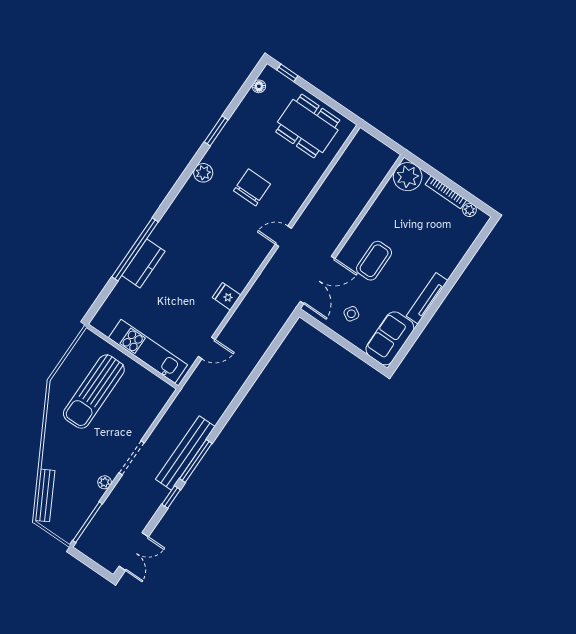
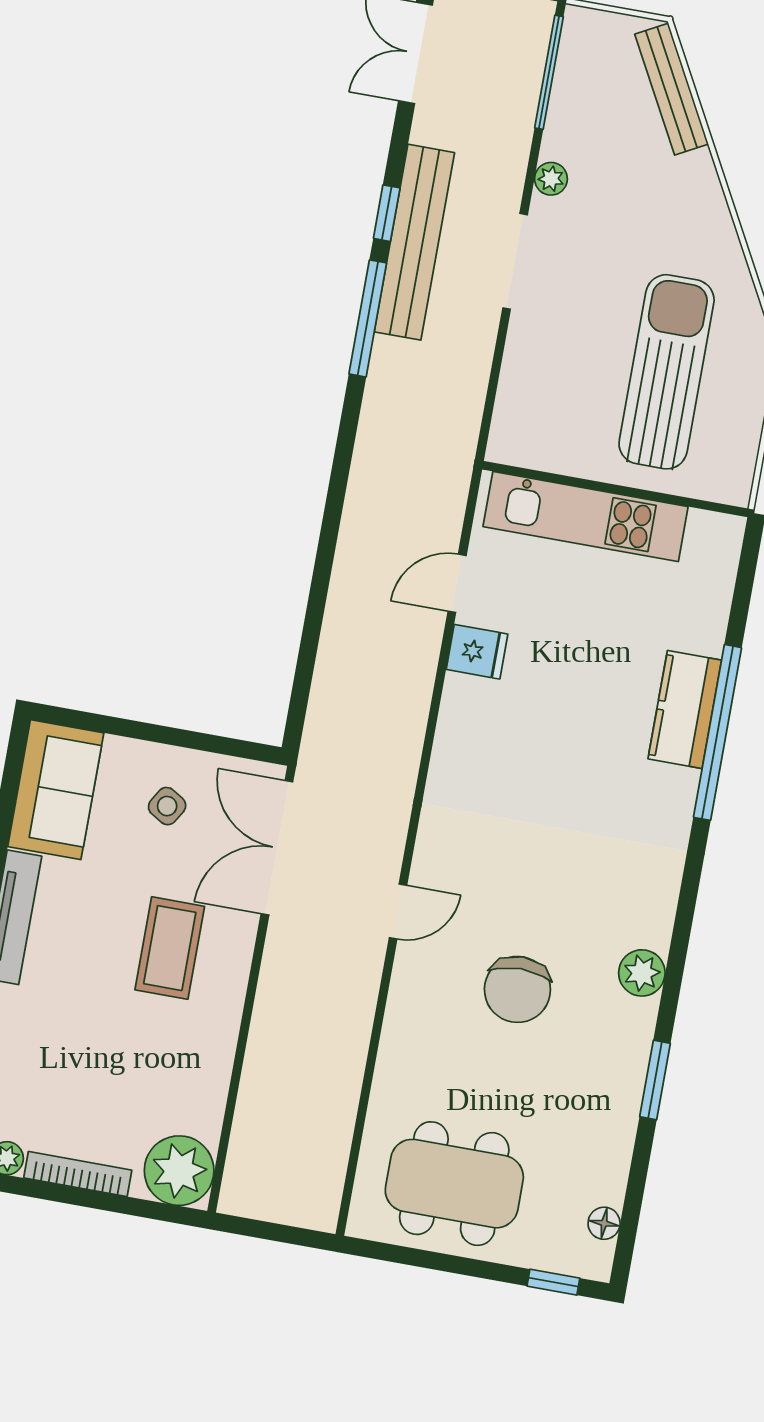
fridge: (227, 296) -> (477, 652), moved
bench: (185, 453) -> (414, 242), moved

